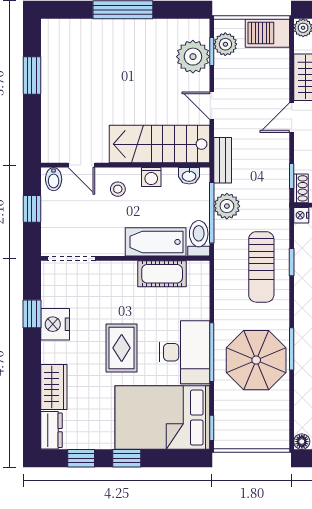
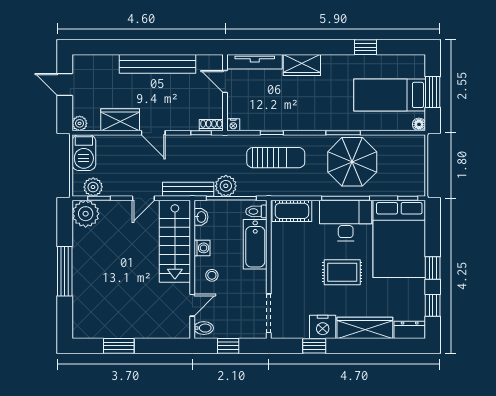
plant: (193, 57) -> (86, 214), moved
bench: (223, 160) -> (188, 189), width x1.36
toilet: (199, 238) -> (256, 211), width x0.73, depth x0.72
cot: (162, 274) -> (292, 211), moved, turned 90
wardrobe: (54, 387) -> (365, 328), width x1.50

